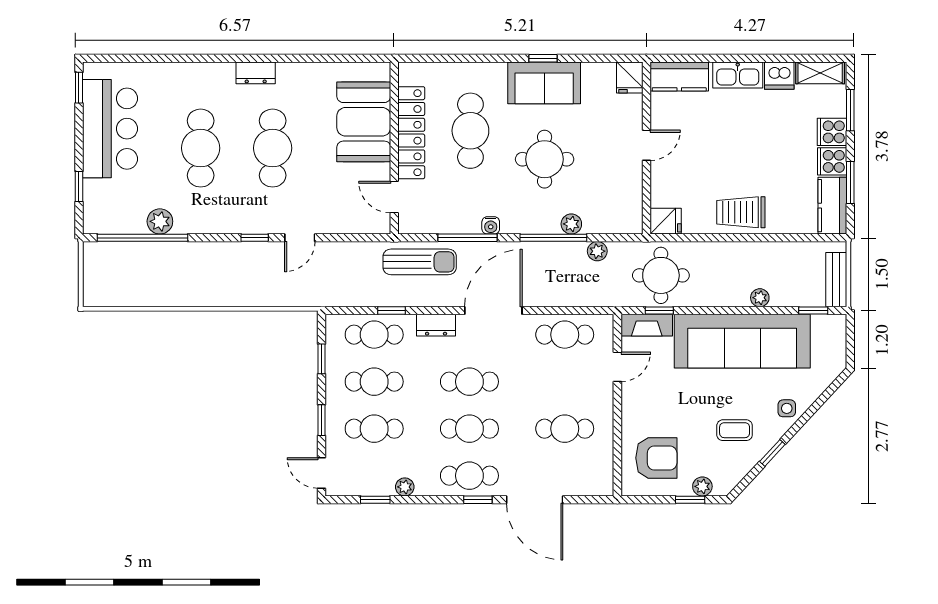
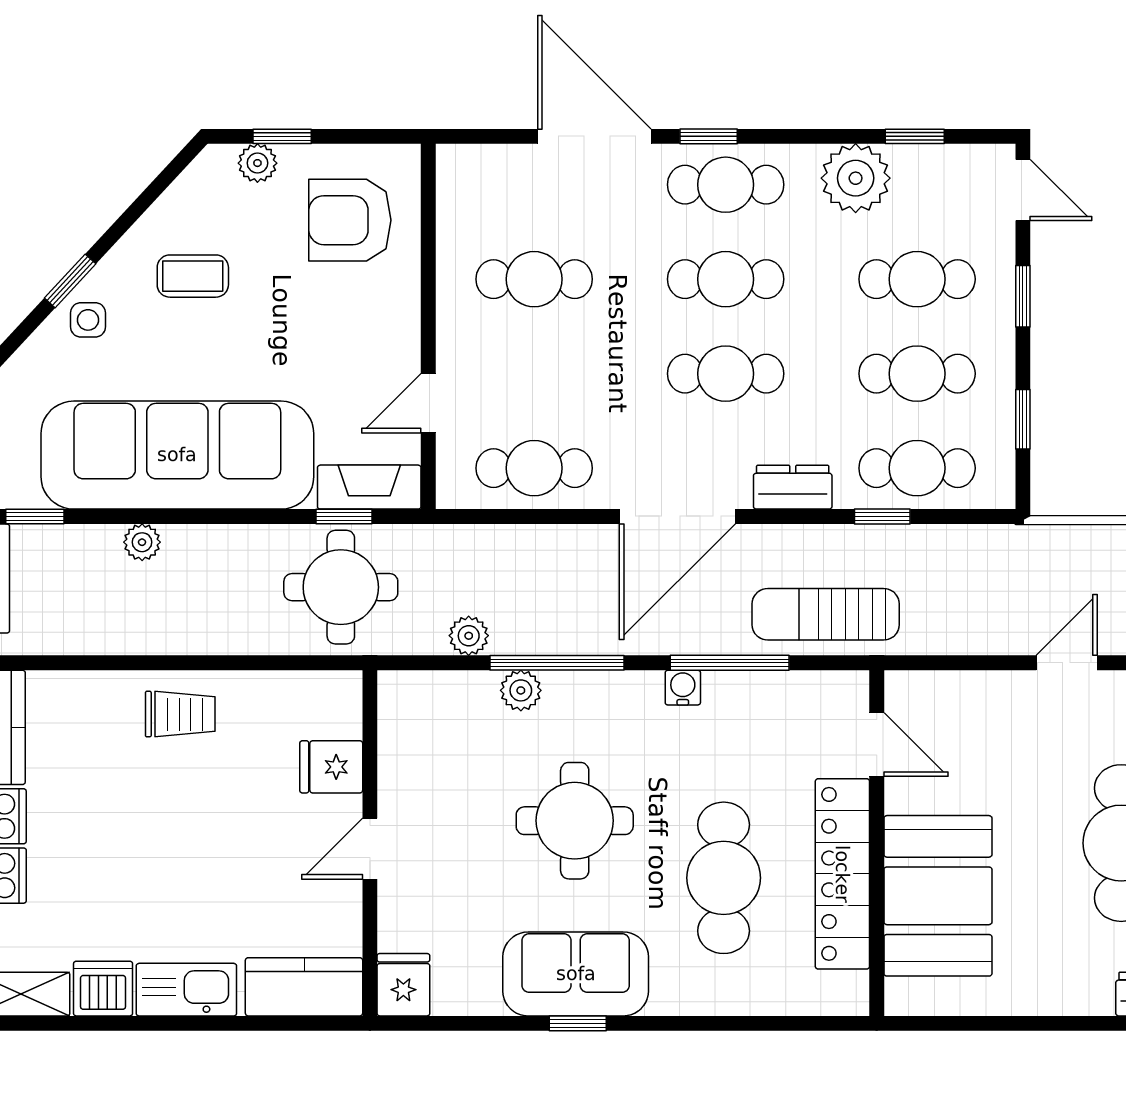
trolley: (741, 212) -> (180, 714), width x0.73, depth x0.72
fridge: (666, 221) -> (331, 767), moved
window: (772, 453) -> (70, 281), moved
plant: (405, 487) -> (856, 178), width x1.88, depth x1.88

